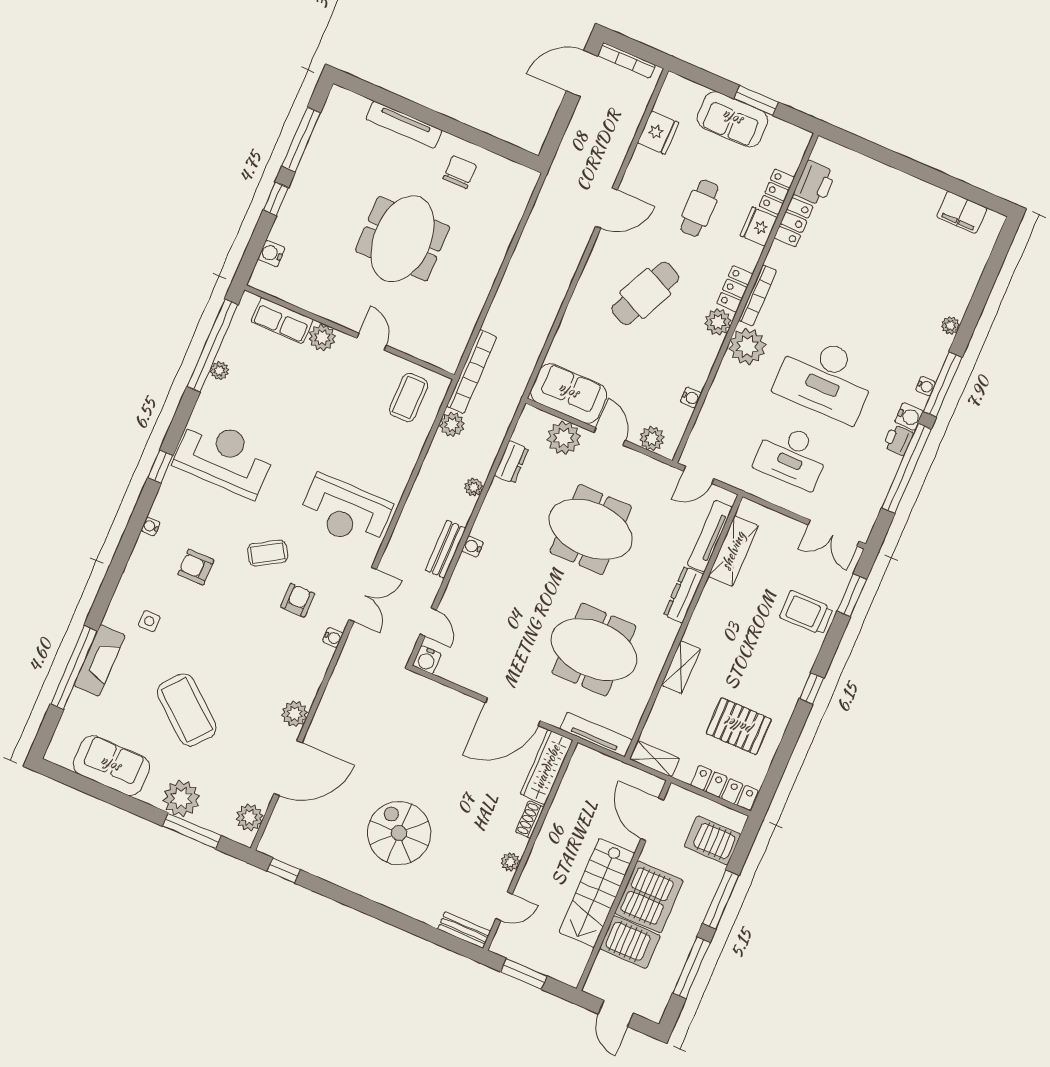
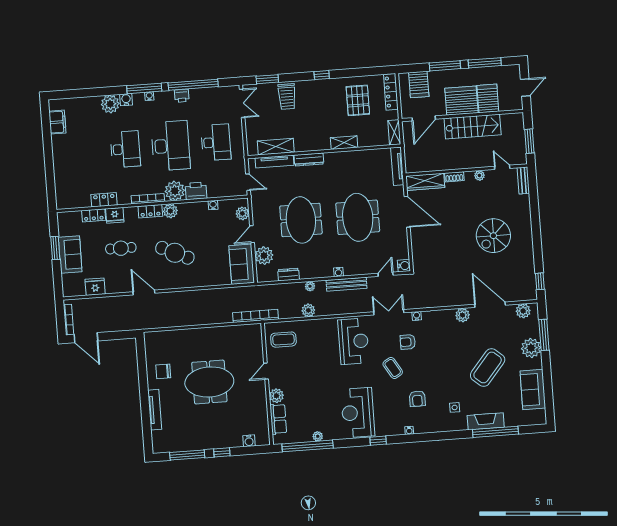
printer: (815, 183) -> (196, 191), moved
desk: (859, 301) -> (125, 149), added
plant: (950, 325) -> (110, 104), width x1.87, depth x1.87
water cooler: (909, 416) -> (126, 100), moved
plant: (452, 425) -> (308, 310), moved
bench: (446, 549) -> (346, 284), width x1.36
meeting table: (594, 650) -> (358, 217), moved

